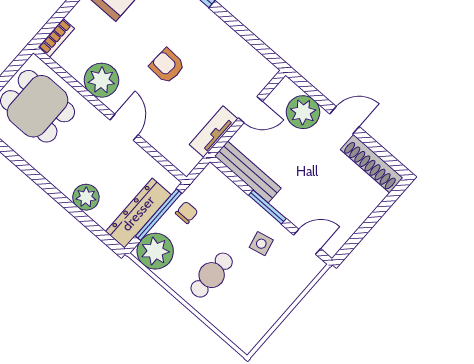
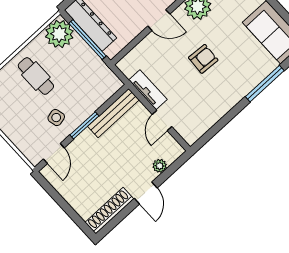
plant: (303, 112) -> (160, 166), width x0.53, depth x0.53
chair: (187, 212) -> (87, 62), removed

